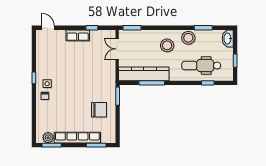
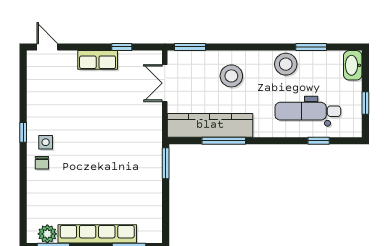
stool: (167, 45) -> (231, 76), moved
chair: (99, 110) -> (134, 187), removed

